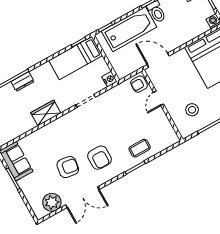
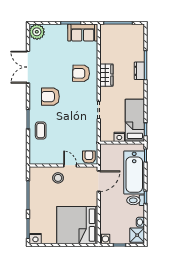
nightstand: (109, 79) -> (119, 137), moved
stool: (192, 110) -> (58, 178), moved
armchair: (68, 167) -> (81, 73), moved, turned 82
plant: (52, 202) -> (37, 32), moved

